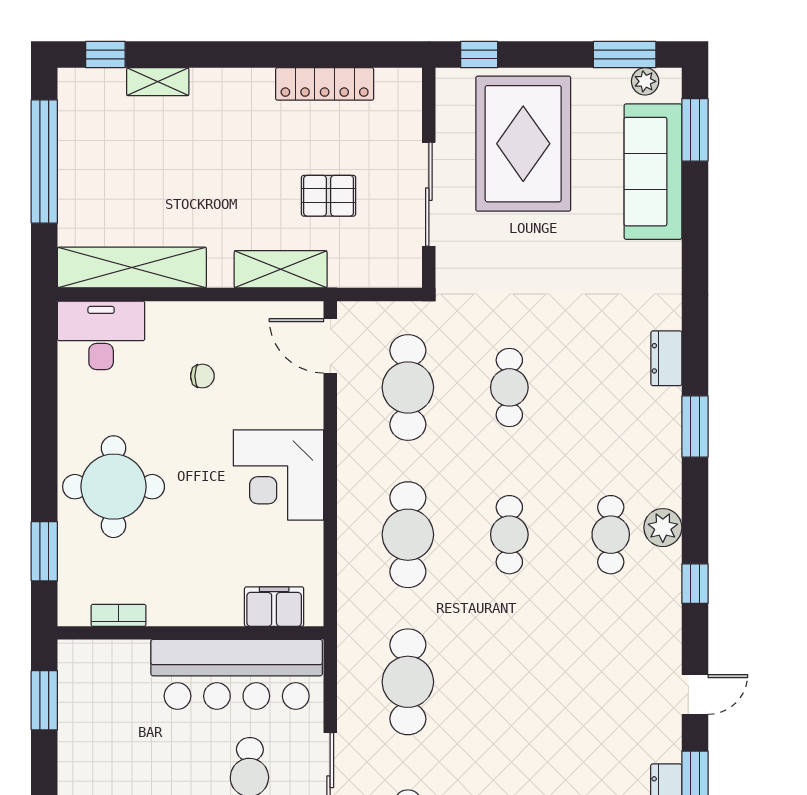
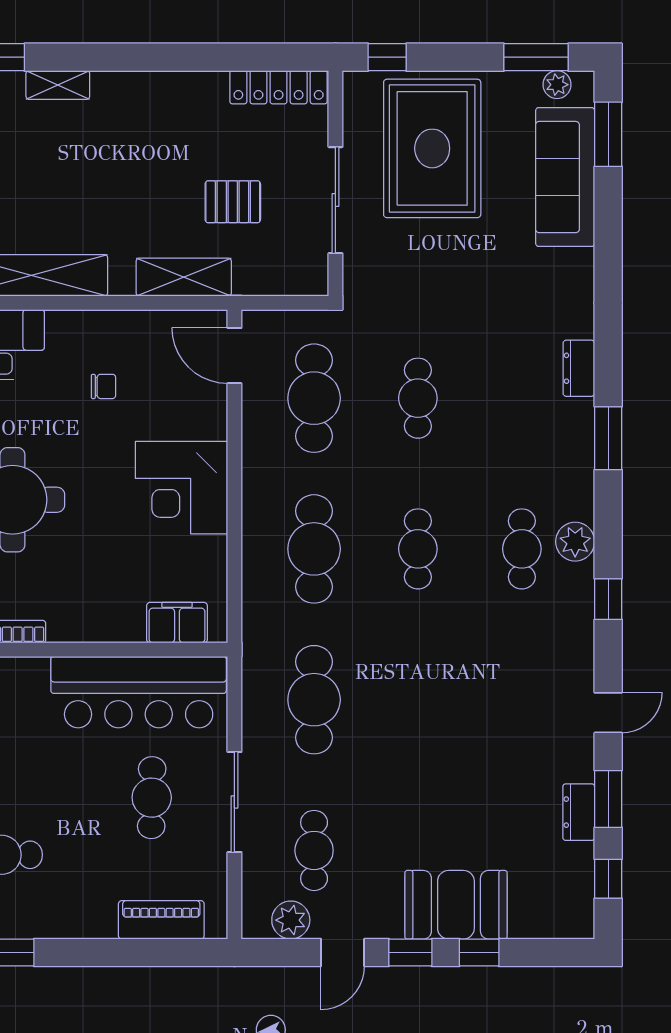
locker: (325, 84) -> (279, 87), moved

